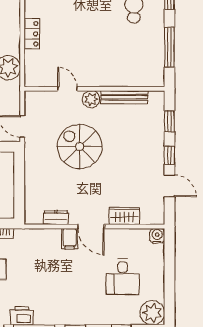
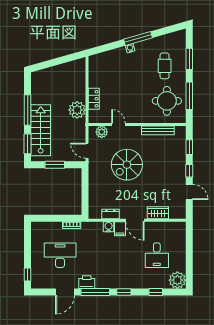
locker: (32, 34) -> (94, 99), moved
round table: (137, 55) -> (167, 101), added
plant: (91, 99) -> (102, 132), moved
spiral stairs: (80, 146) -> (127, 165), turned -90
water cooler: (157, 236) -> (109, 227), moved

